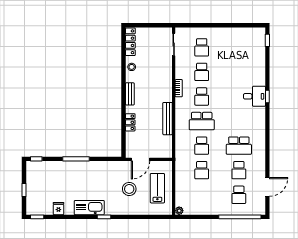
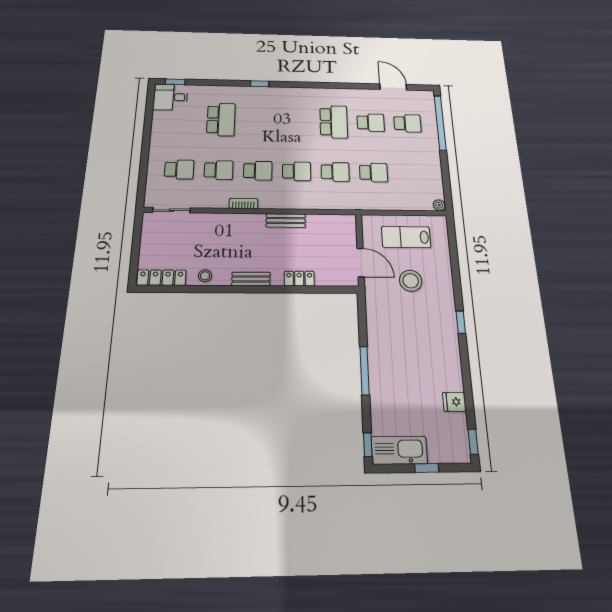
school desk: (239, 72) -> (221, 119), added
desk: (254, 96) -> (170, 97), moved, turned -90
bench: (168, 119) -> (286, 221), width x0.73
school desk: (202, 121) -> (297, 171), width x0.54
kitchen sink: (89, 208) -> (399, 450), moved, turned 90

